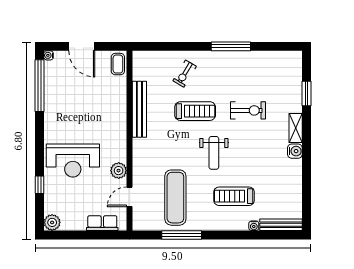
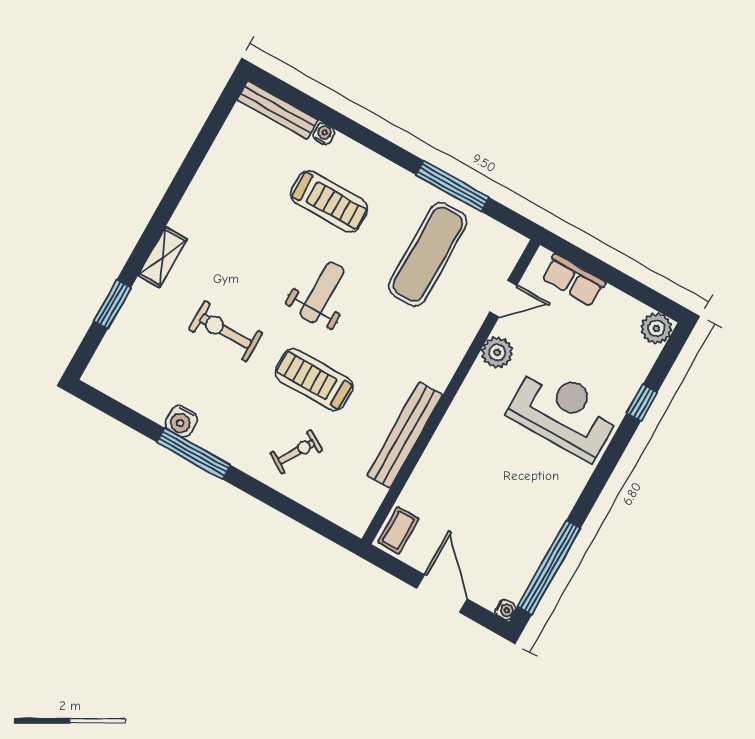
water cooler: (295, 151) -> (181, 421), moved, turned -90

